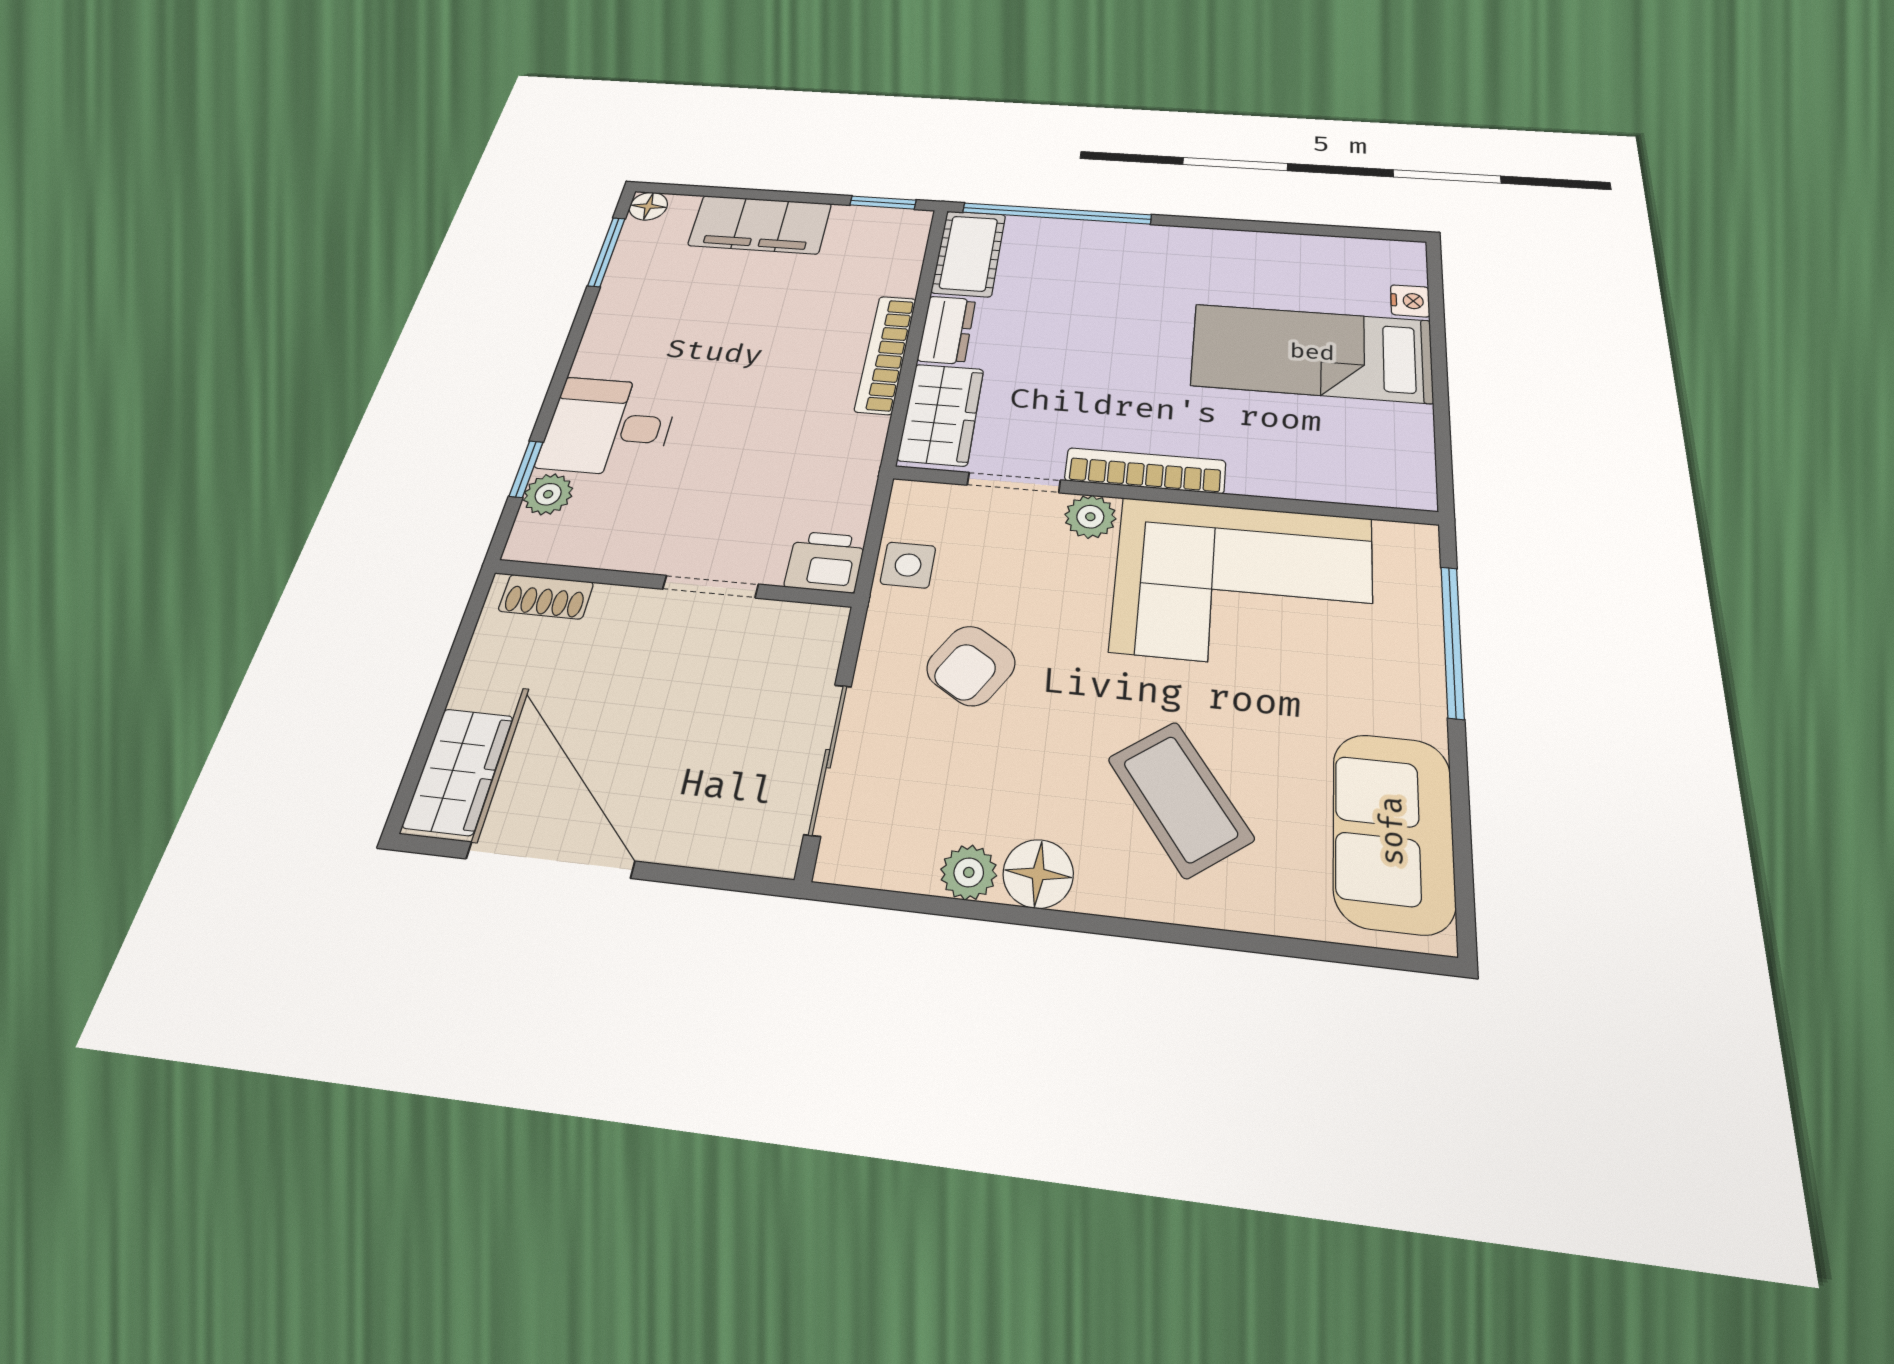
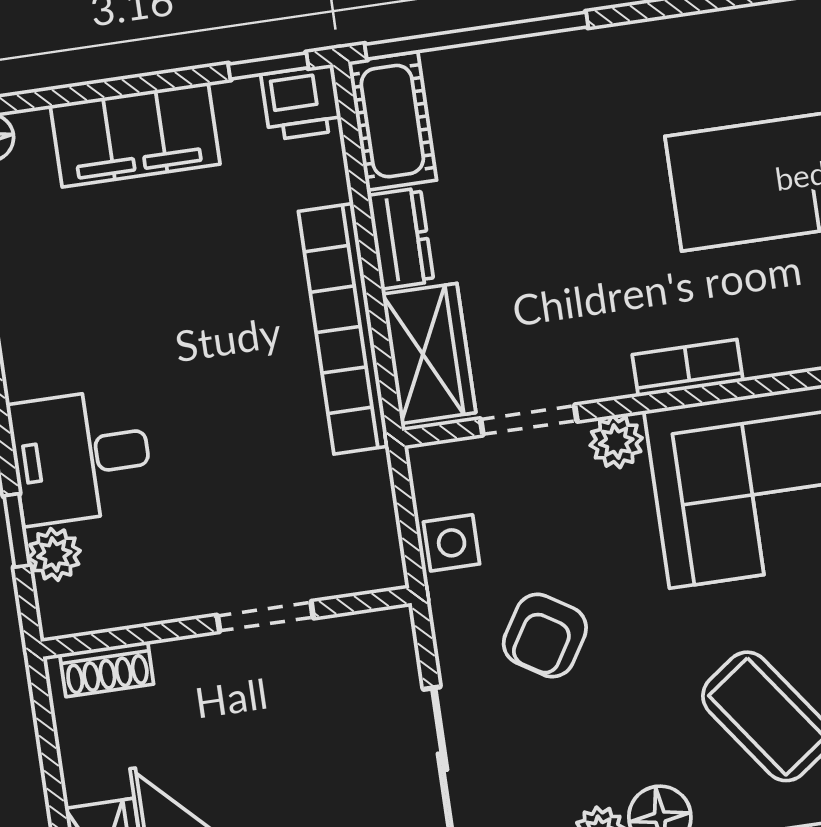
bookcase: (886, 354) -> (344, 329), width x1.48, depth x1.31
bookcase: (1145, 471) -> (688, 368), width x0.64
printer: (825, 562) -> (302, 102), moved, turned 180

